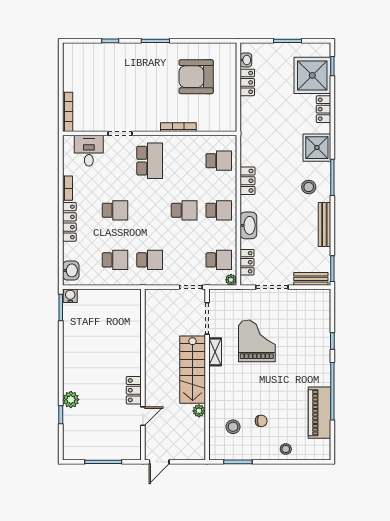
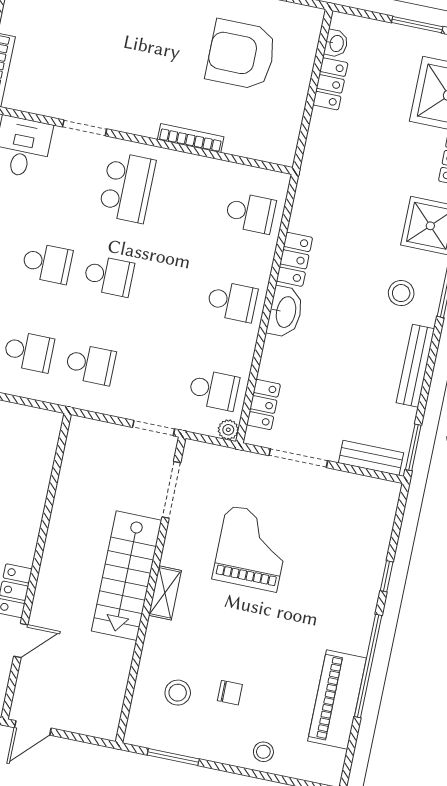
school desk: (184, 210) -> (109, 276), moved
washbasin: (248, 225) -> (285, 312), moved
shelving: (215, 352) -> (165, 593), moved
plant: (199, 411) -> (123, 652), removed

